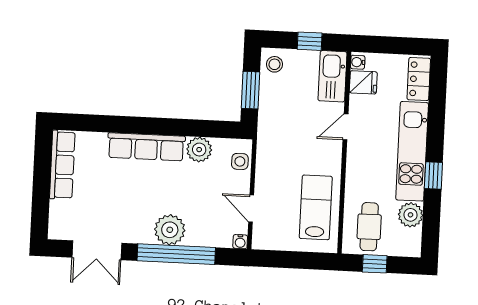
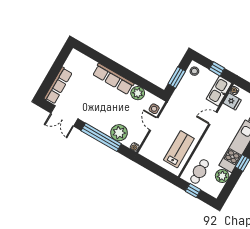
row of seats: (62, 165) -> (58, 86), moved
door: (251, 208) -> (154, 124), moved
plant: (170, 230) -> (119, 133), moved

